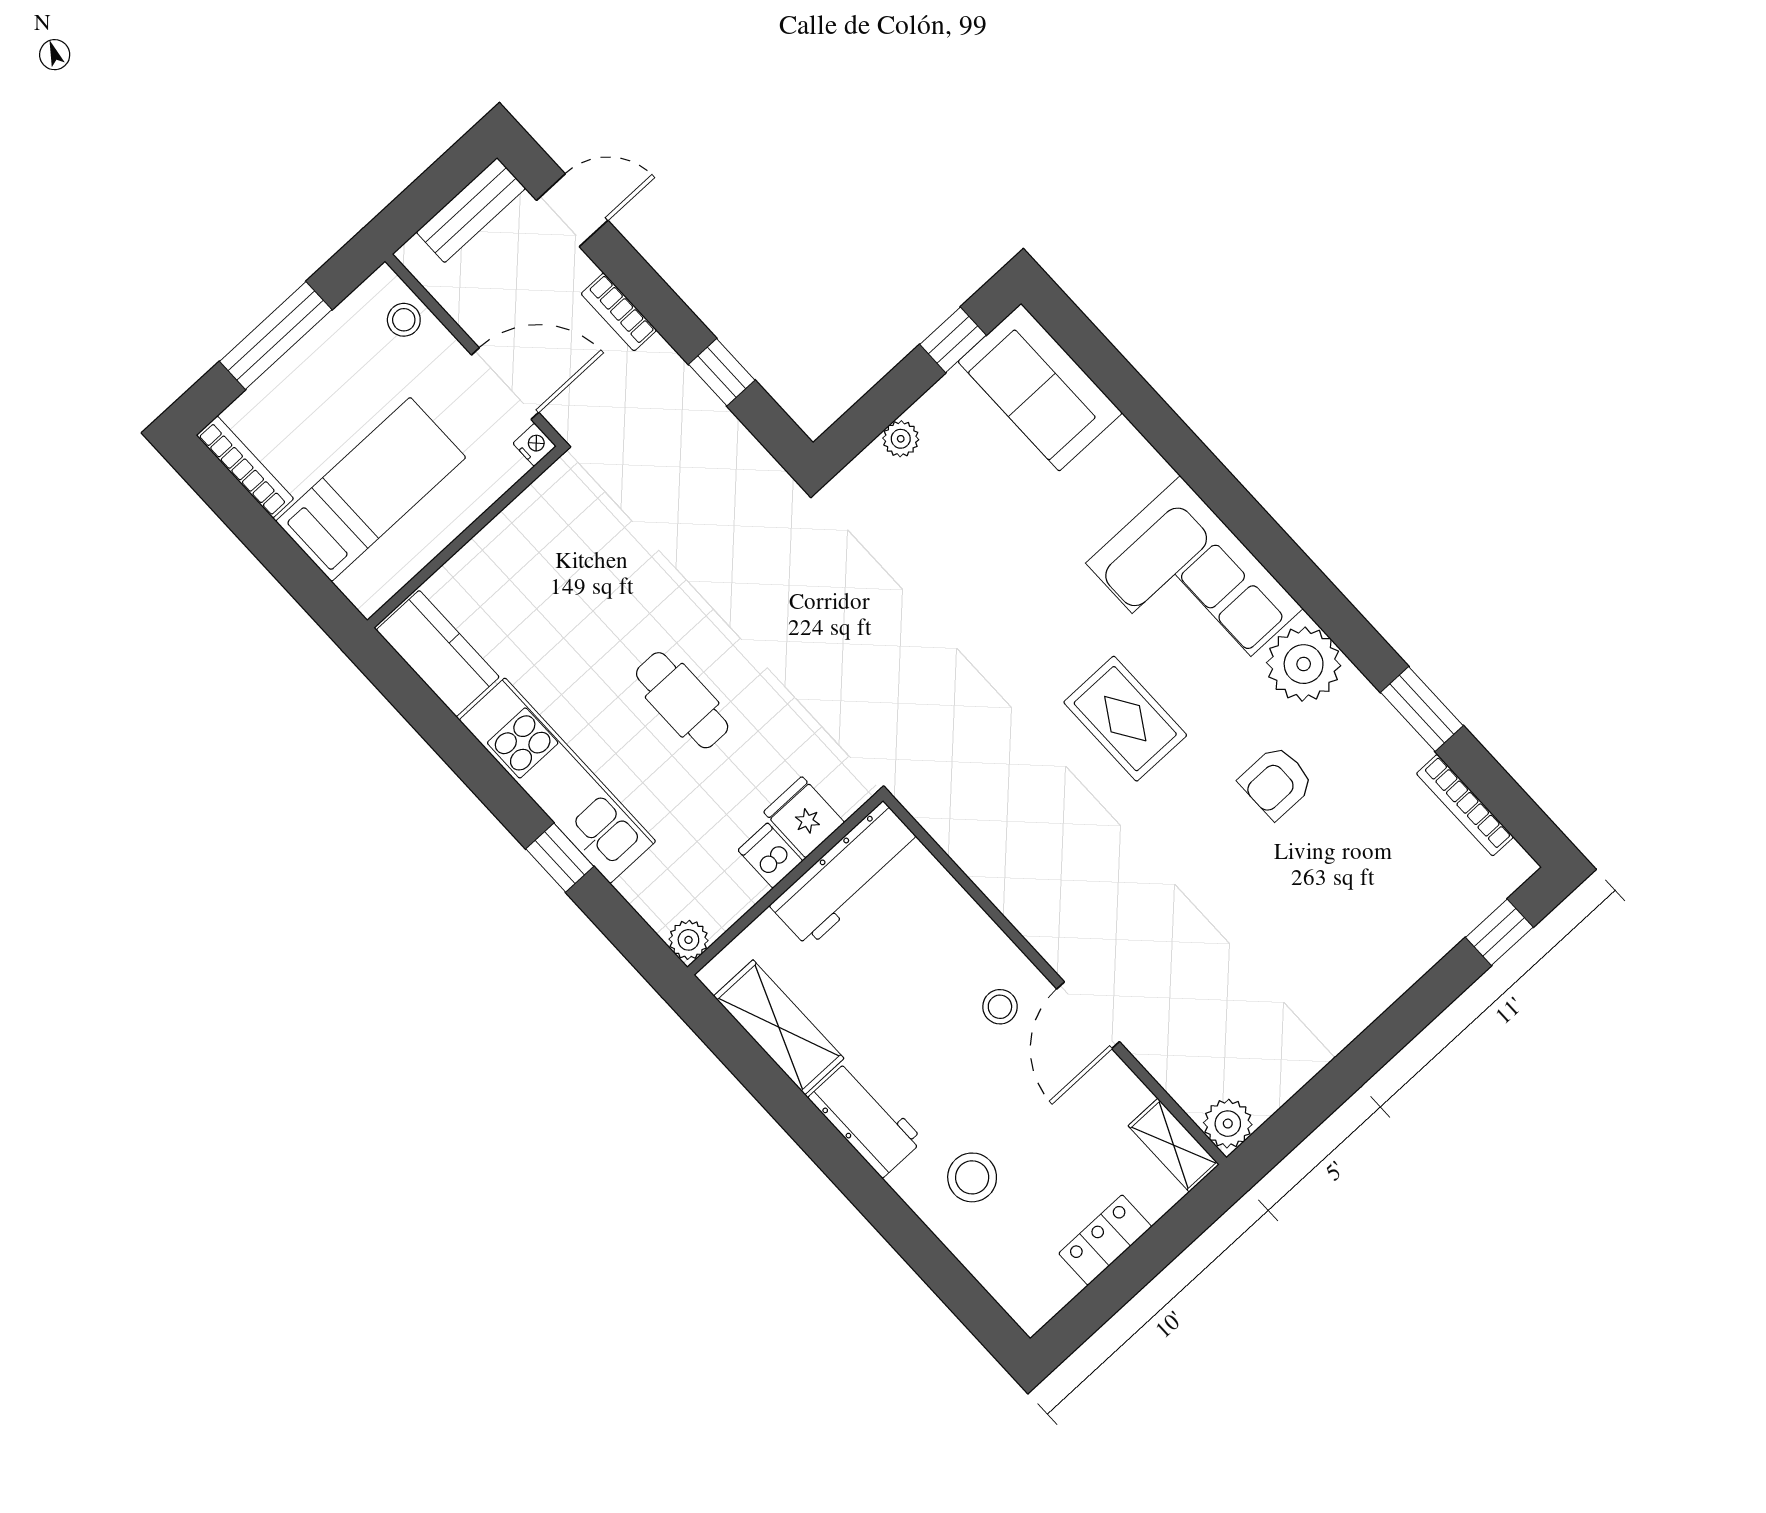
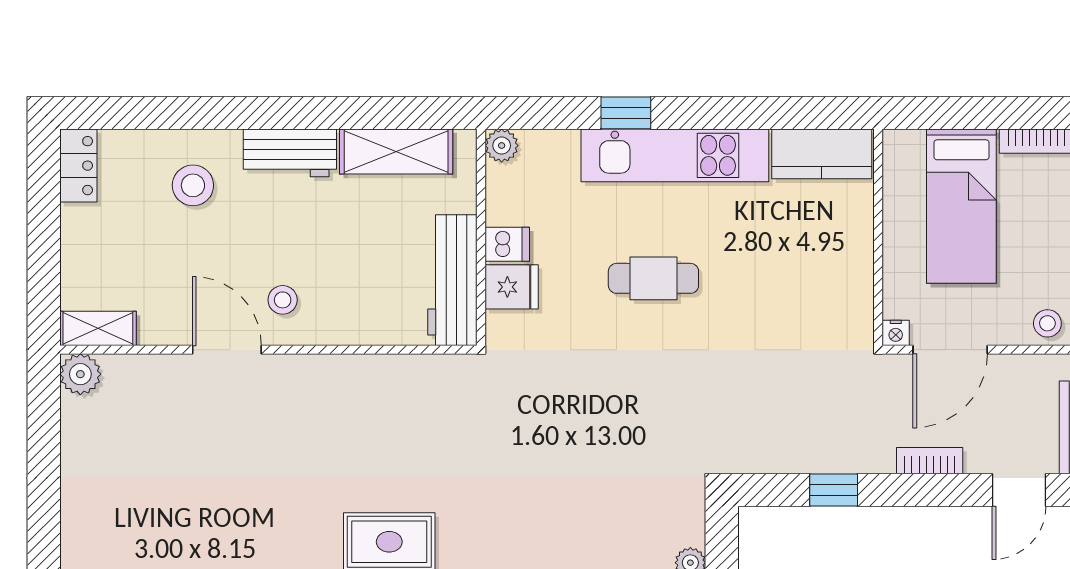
locker: (1105, 1240) -> (78, 166), moved

